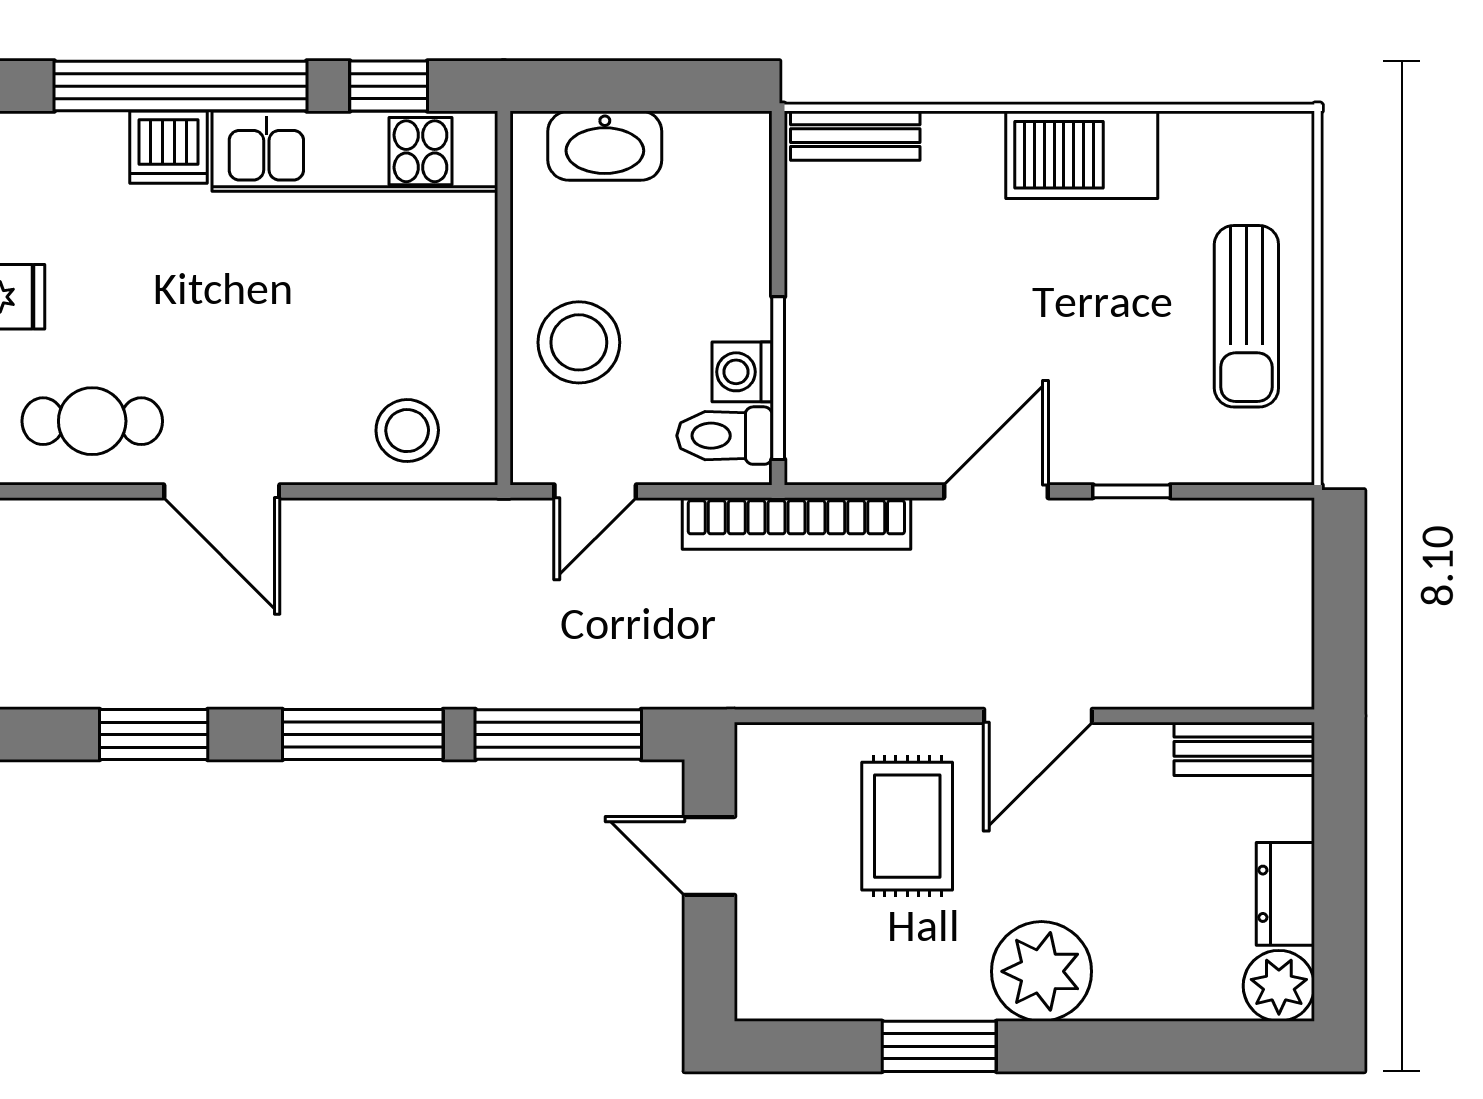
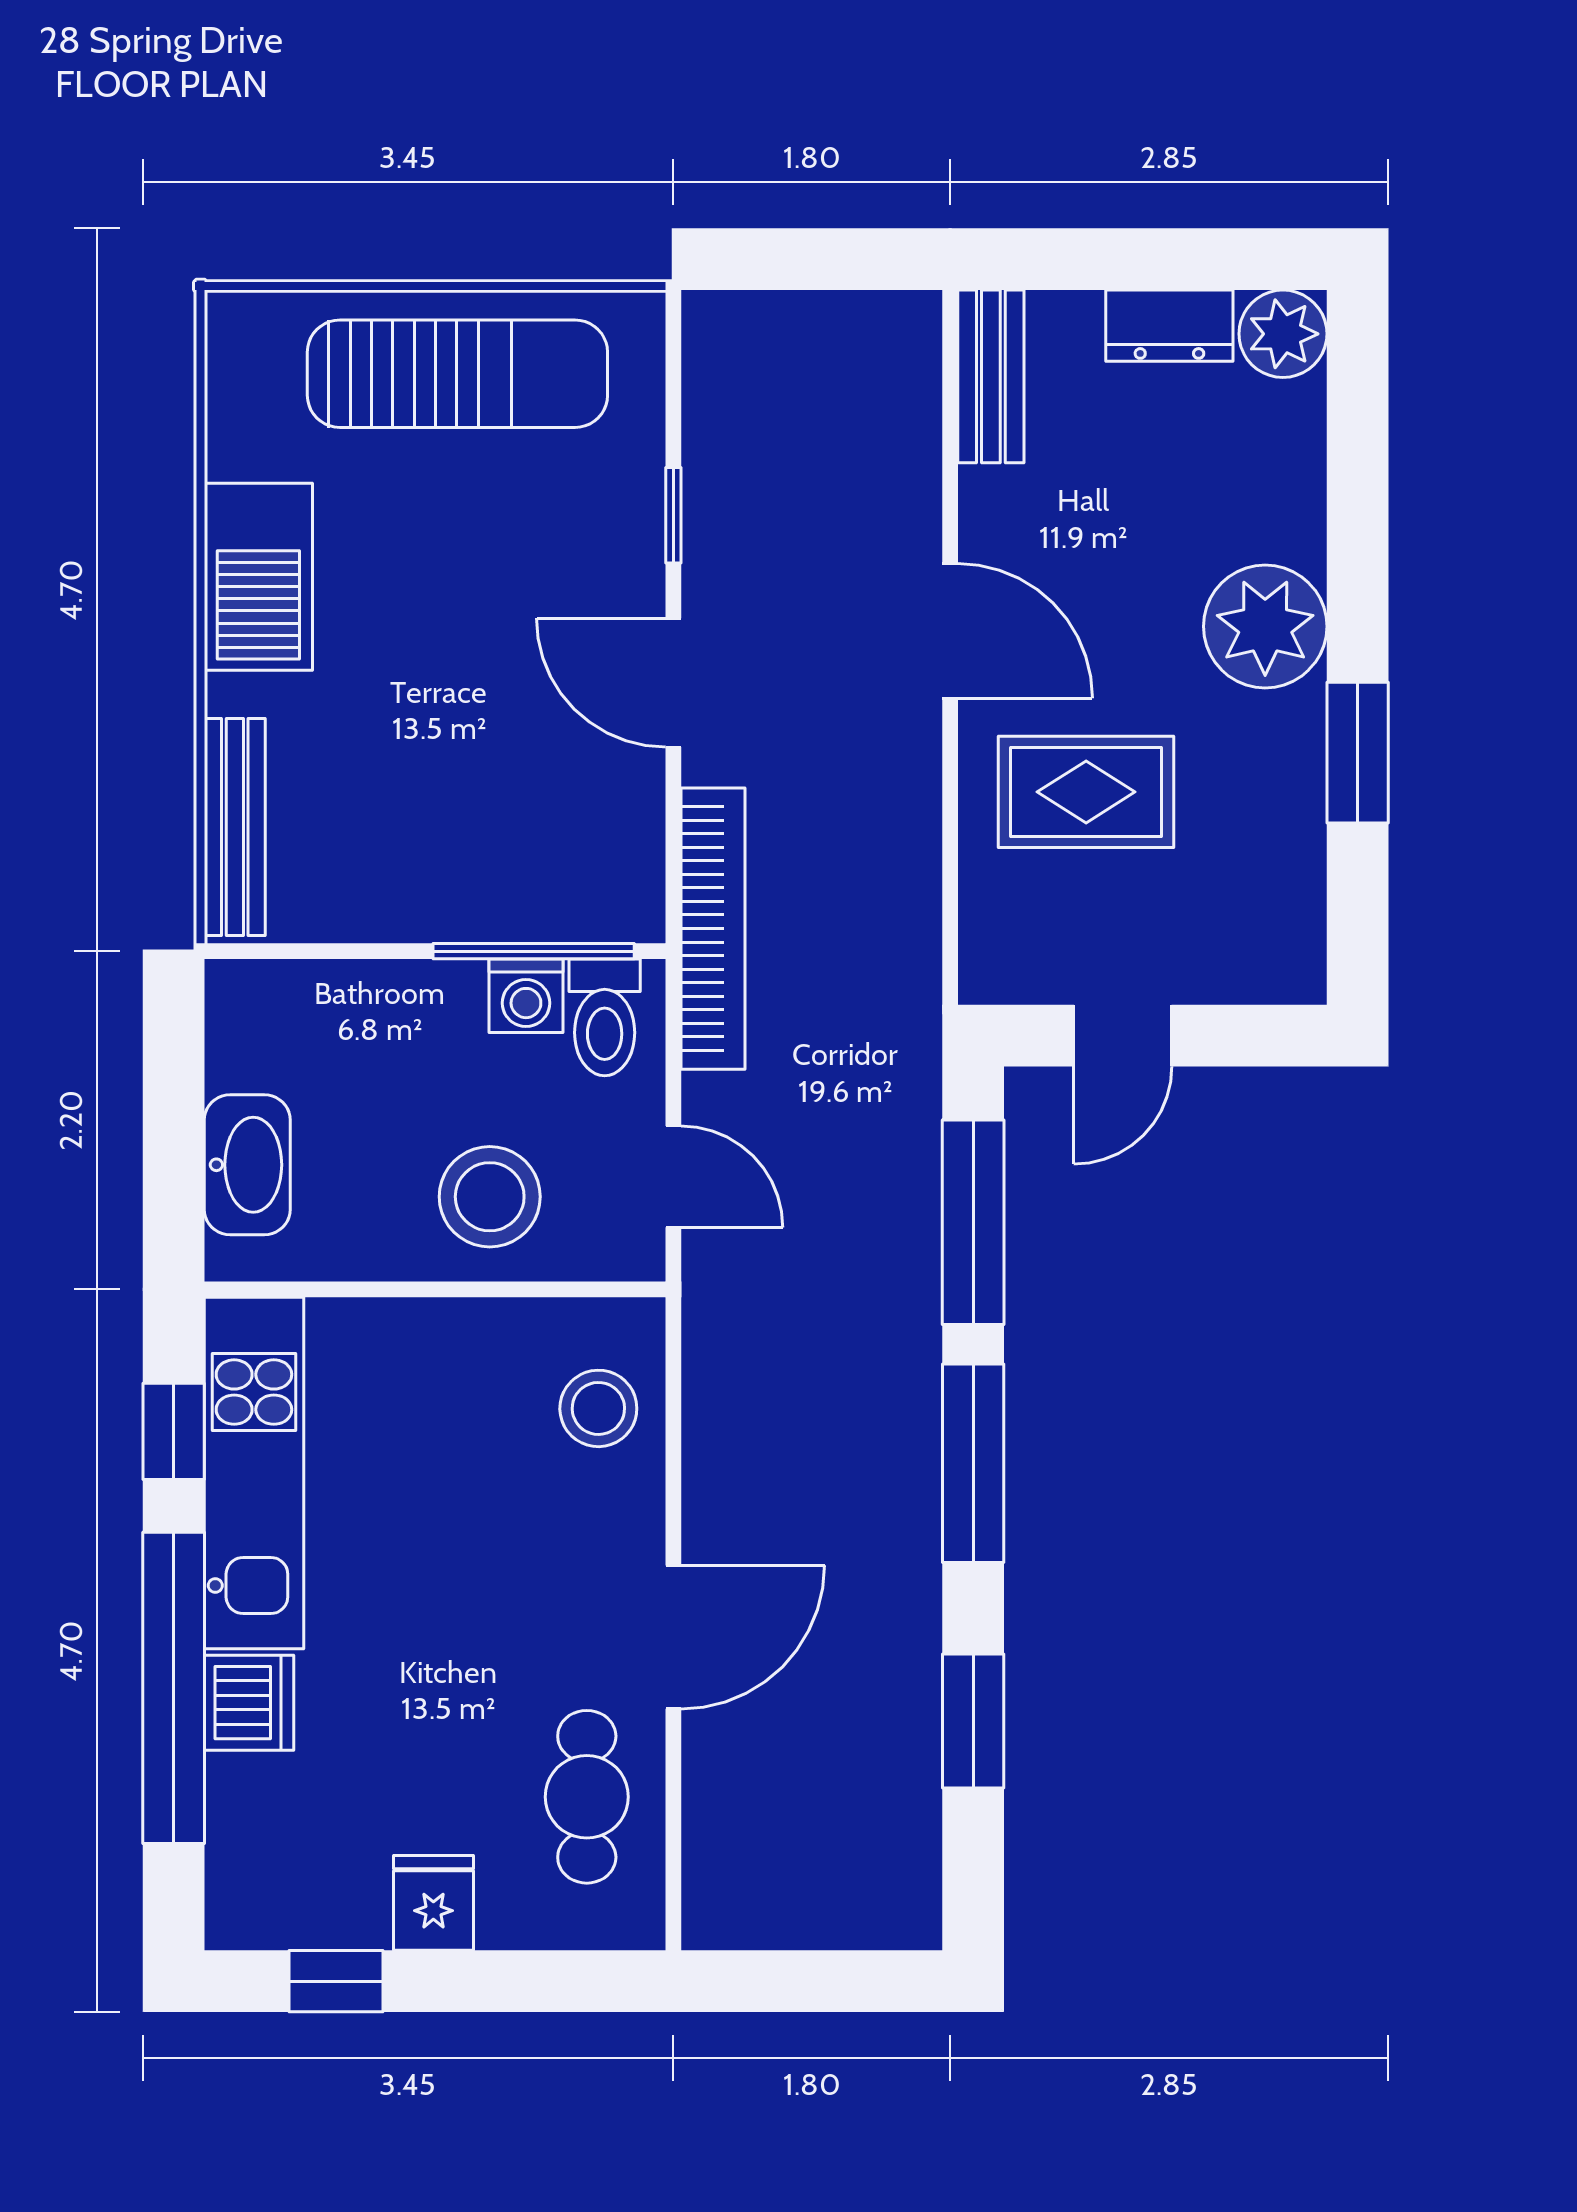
bench: (855, 136) -> (235, 827), width x1.36
sun lounger: (1246, 316) -> (457, 374), width x1.36, depth x1.34

